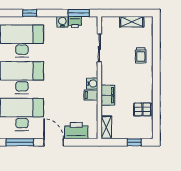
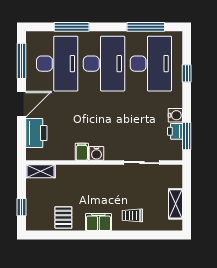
filing cabinet: (108, 95) -> (98, 222), moved, turned 180

